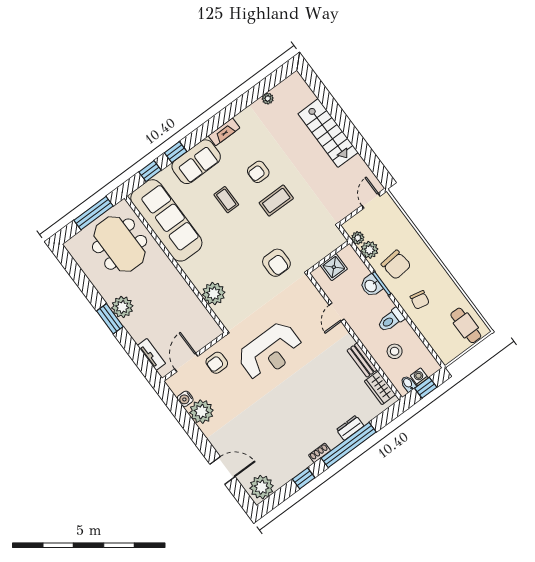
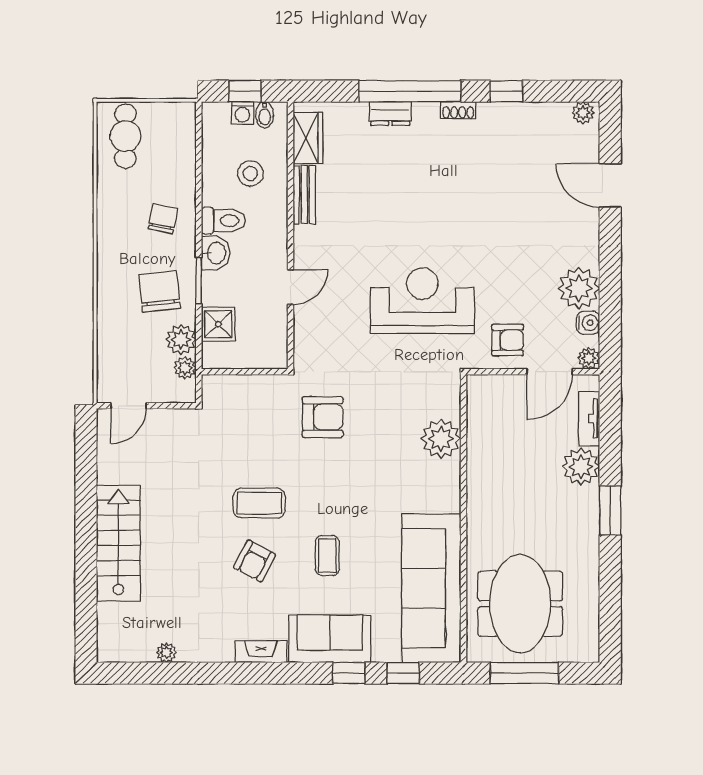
armchair: (258, 172) -> (255, 561), turned 118
armchair: (276, 263) -> (323, 417), turned 90
shower: (334, 267) -> (218, 324), moved
washbasin: (371, 286) -> (216, 253), moved
plant: (122, 307) -> (581, 467), moved
plant: (173, 382) -> (589, 358), added
plant: (262, 487) -> (583, 113), width x0.53, depth x0.53

